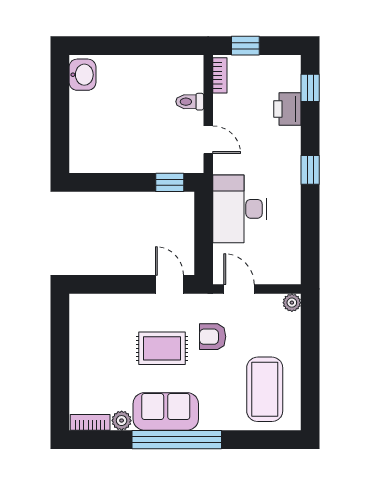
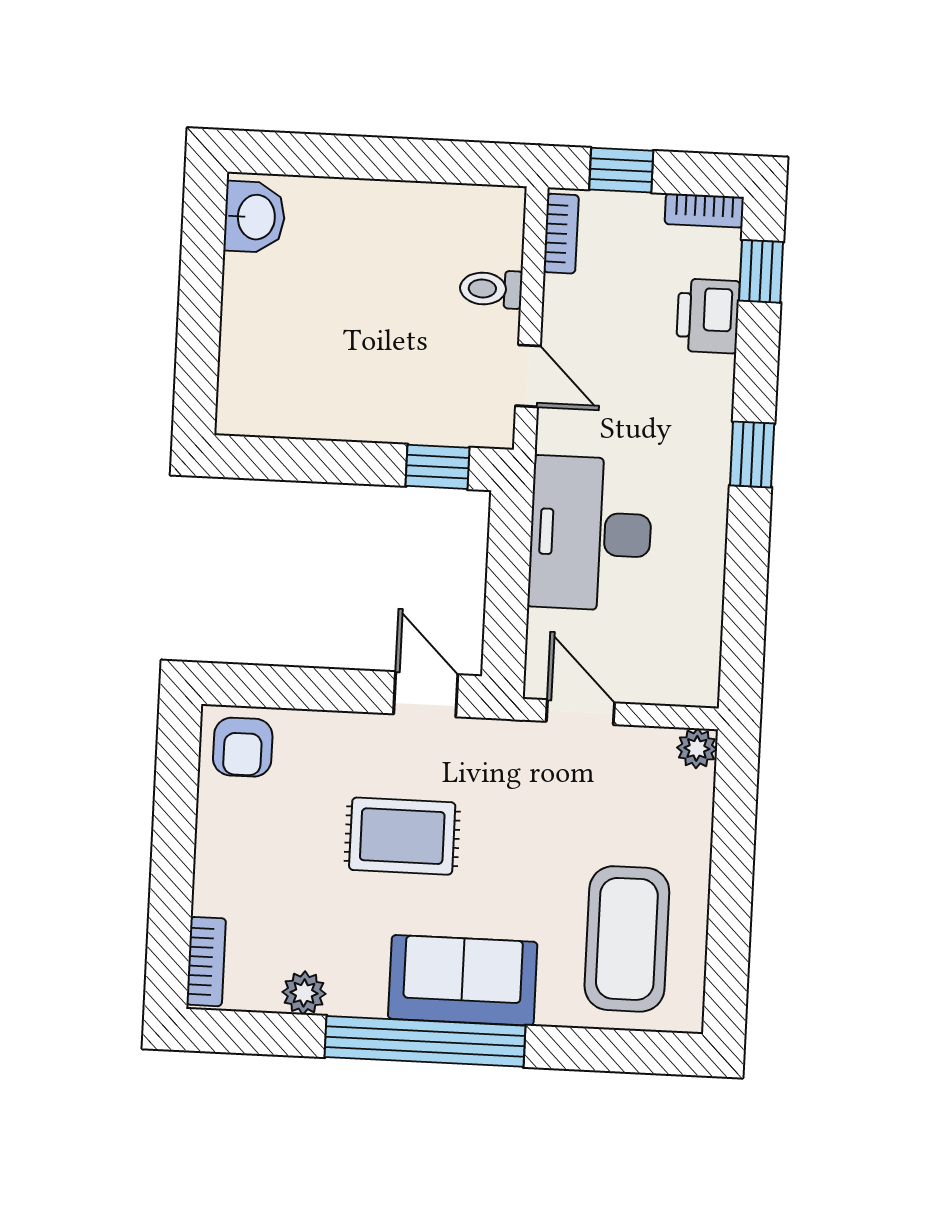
bookcase: (283, 62) -> (704, 210), added
armchair: (213, 337) -> (243, 747), moved, turned -90
sofa: (166, 411) -> (463, 980), moved
bookcase: (90, 422) -> (206, 962), moved, turned 90

